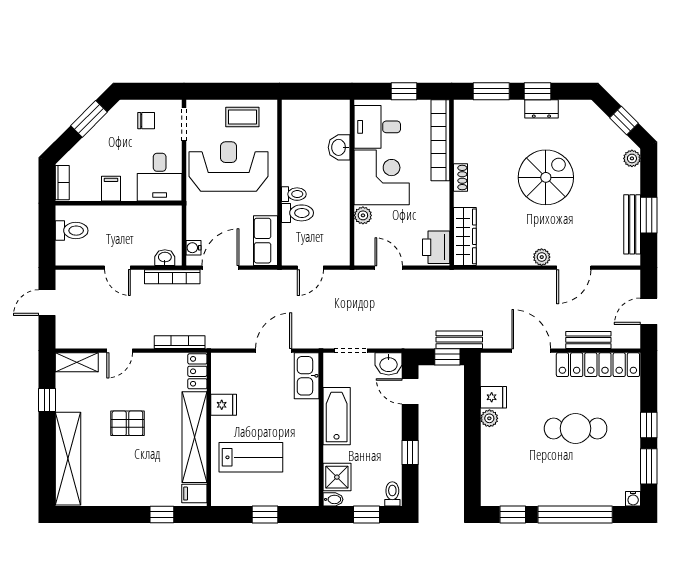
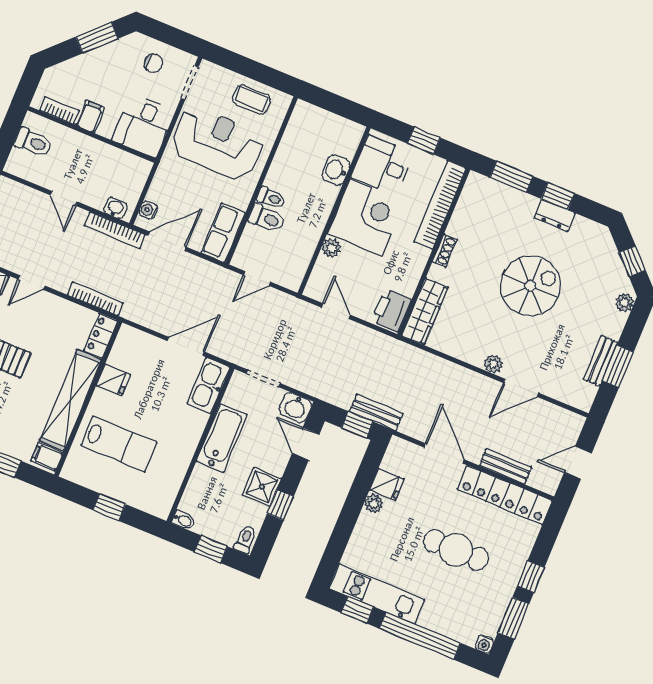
bookcase: (62, 183) -> (59, 111), moved, turned -90
bench: (632, 224) -> (601, 361), width x0.73
shower: (337, 477) -> (262, 487), moved
kitchen unit: (524, 494) -> (377, 594), added

